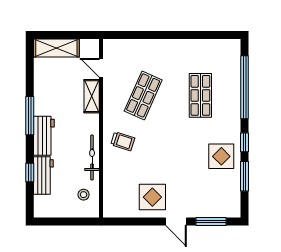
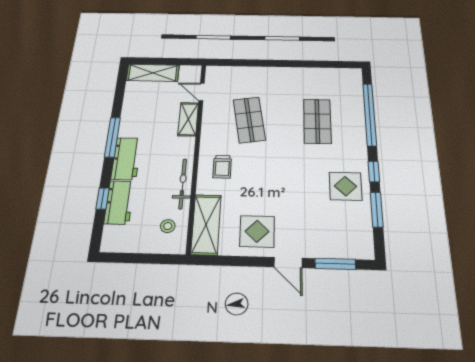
shop shelf: (143, 95) -> (249, 120), turned -33
trolley: (123, 141) -> (222, 167), turned 72
shelving: (113, 192) -> (206, 224), added

